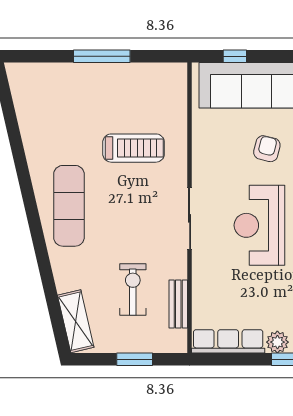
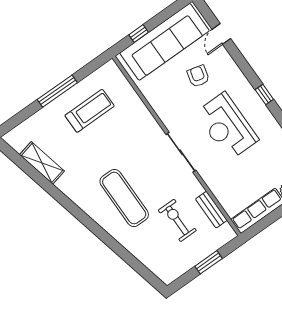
treadmill: (134, 148) -> (90, 111), moved
exercise mat: (69, 206) -> (124, 198), moved
shelving: (76, 321) -> (42, 163), moved

